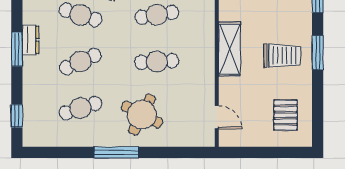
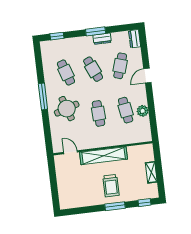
shelving: (230, 49) -> (104, 156), width x1.47
round table: (142, 115) -> (67, 109), turned 45
pallet: (285, 115) -> (77, 192), removed
door: (217, 117) -> (71, 152), swing flipped

